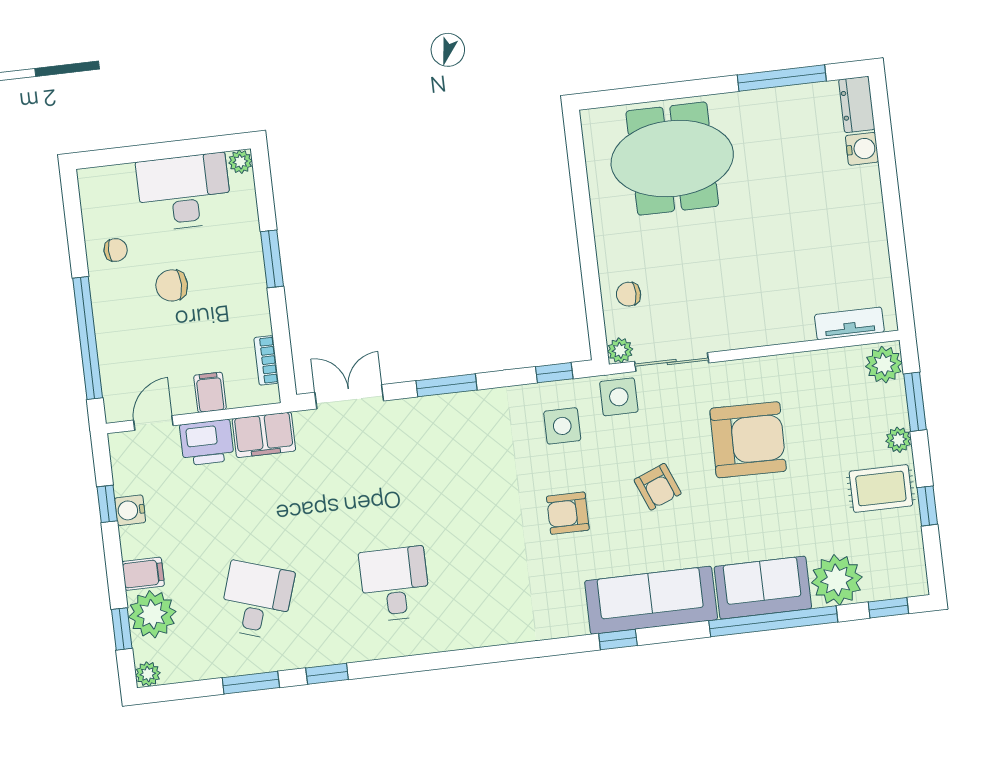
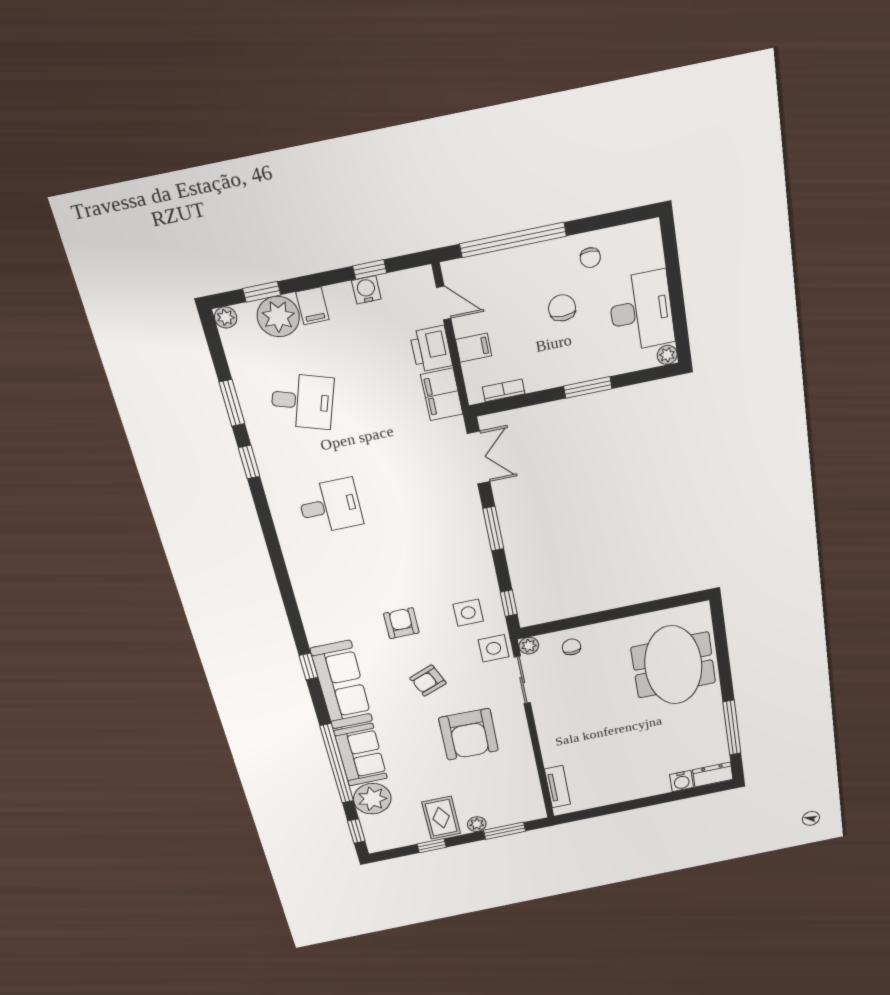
plant: (884, 365) -> (529, 810), removed

